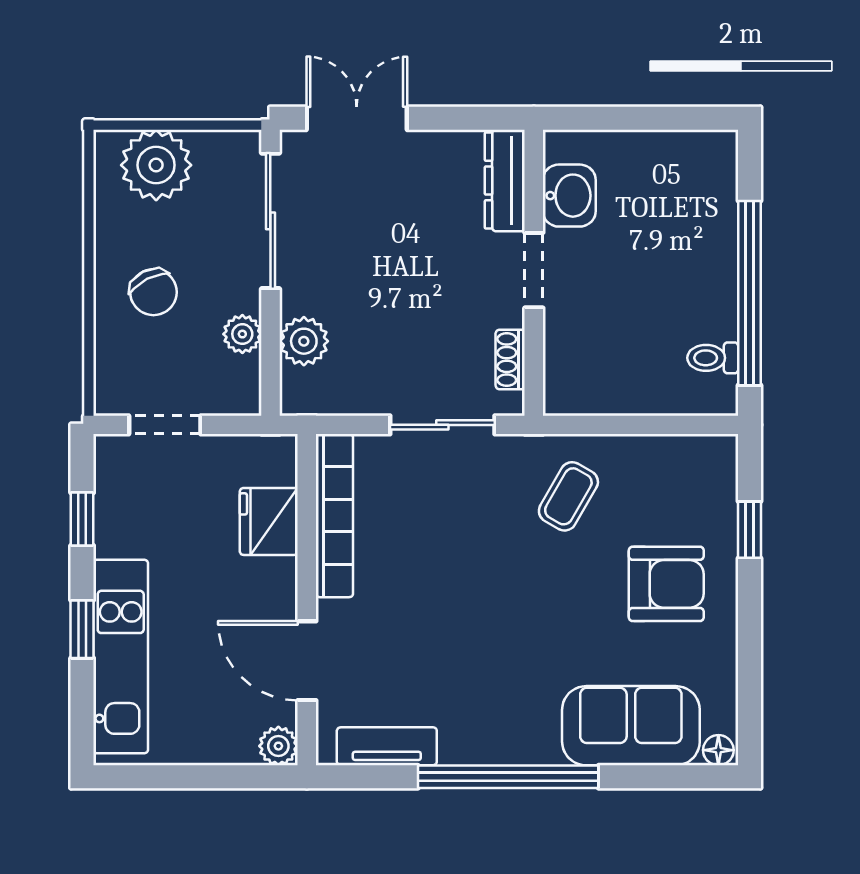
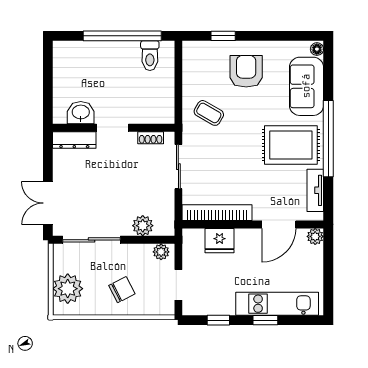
plant: (242, 334) -> (161, 252), moved
toilet: (713, 358) -> (150, 56), width x1.37, depth x1.39
rug: (493, 689) -> (291, 145), added

